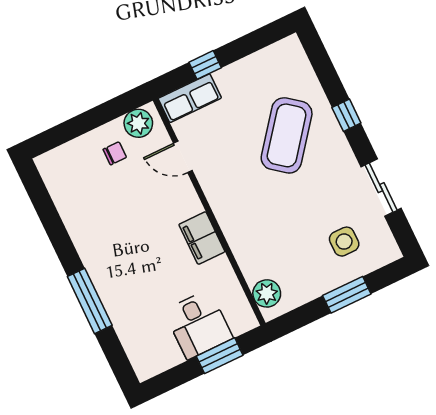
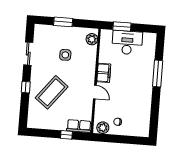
door: (183, 157) -> (95, 92), moved
side table: (344, 242) -> (65, 55), moved
desk: (198, 324) -> (127, 43), width x1.37

